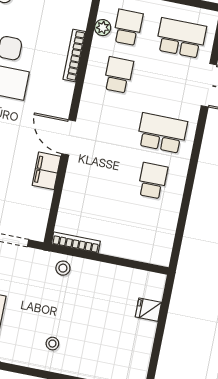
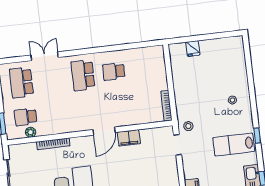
school desk: (118, 75) -> (56, 113), removed
stool: (63, 268) -> (188, 126), moved

